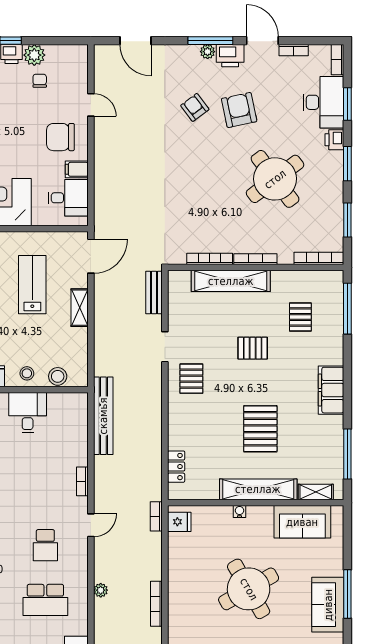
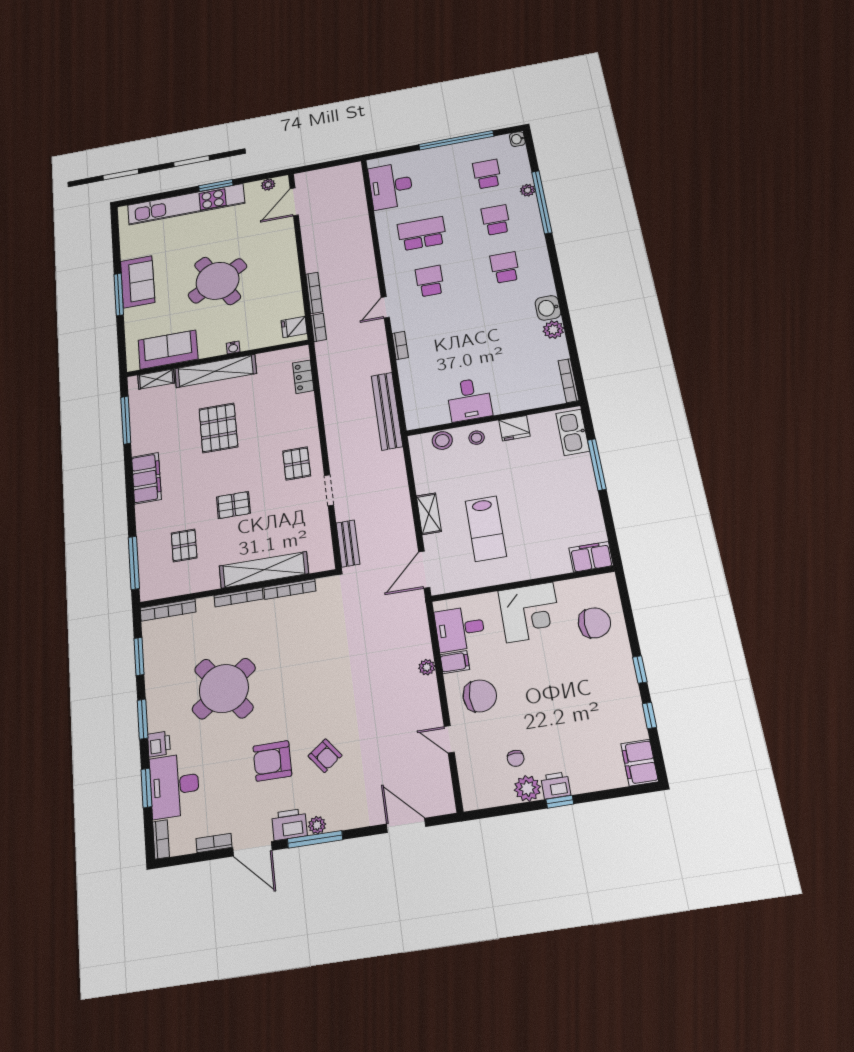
armchair: (239, 110) -> (272, 761), turned 102
plant: (101, 590) -> (427, 667), moved
bookcase: (156, 604) -> (314, 293), moved

